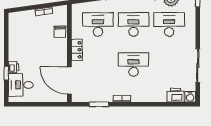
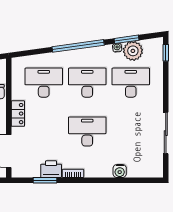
printer: (175, 95) -> (51, 169), moved
water cooler: (190, 97) -> (120, 171), moved

